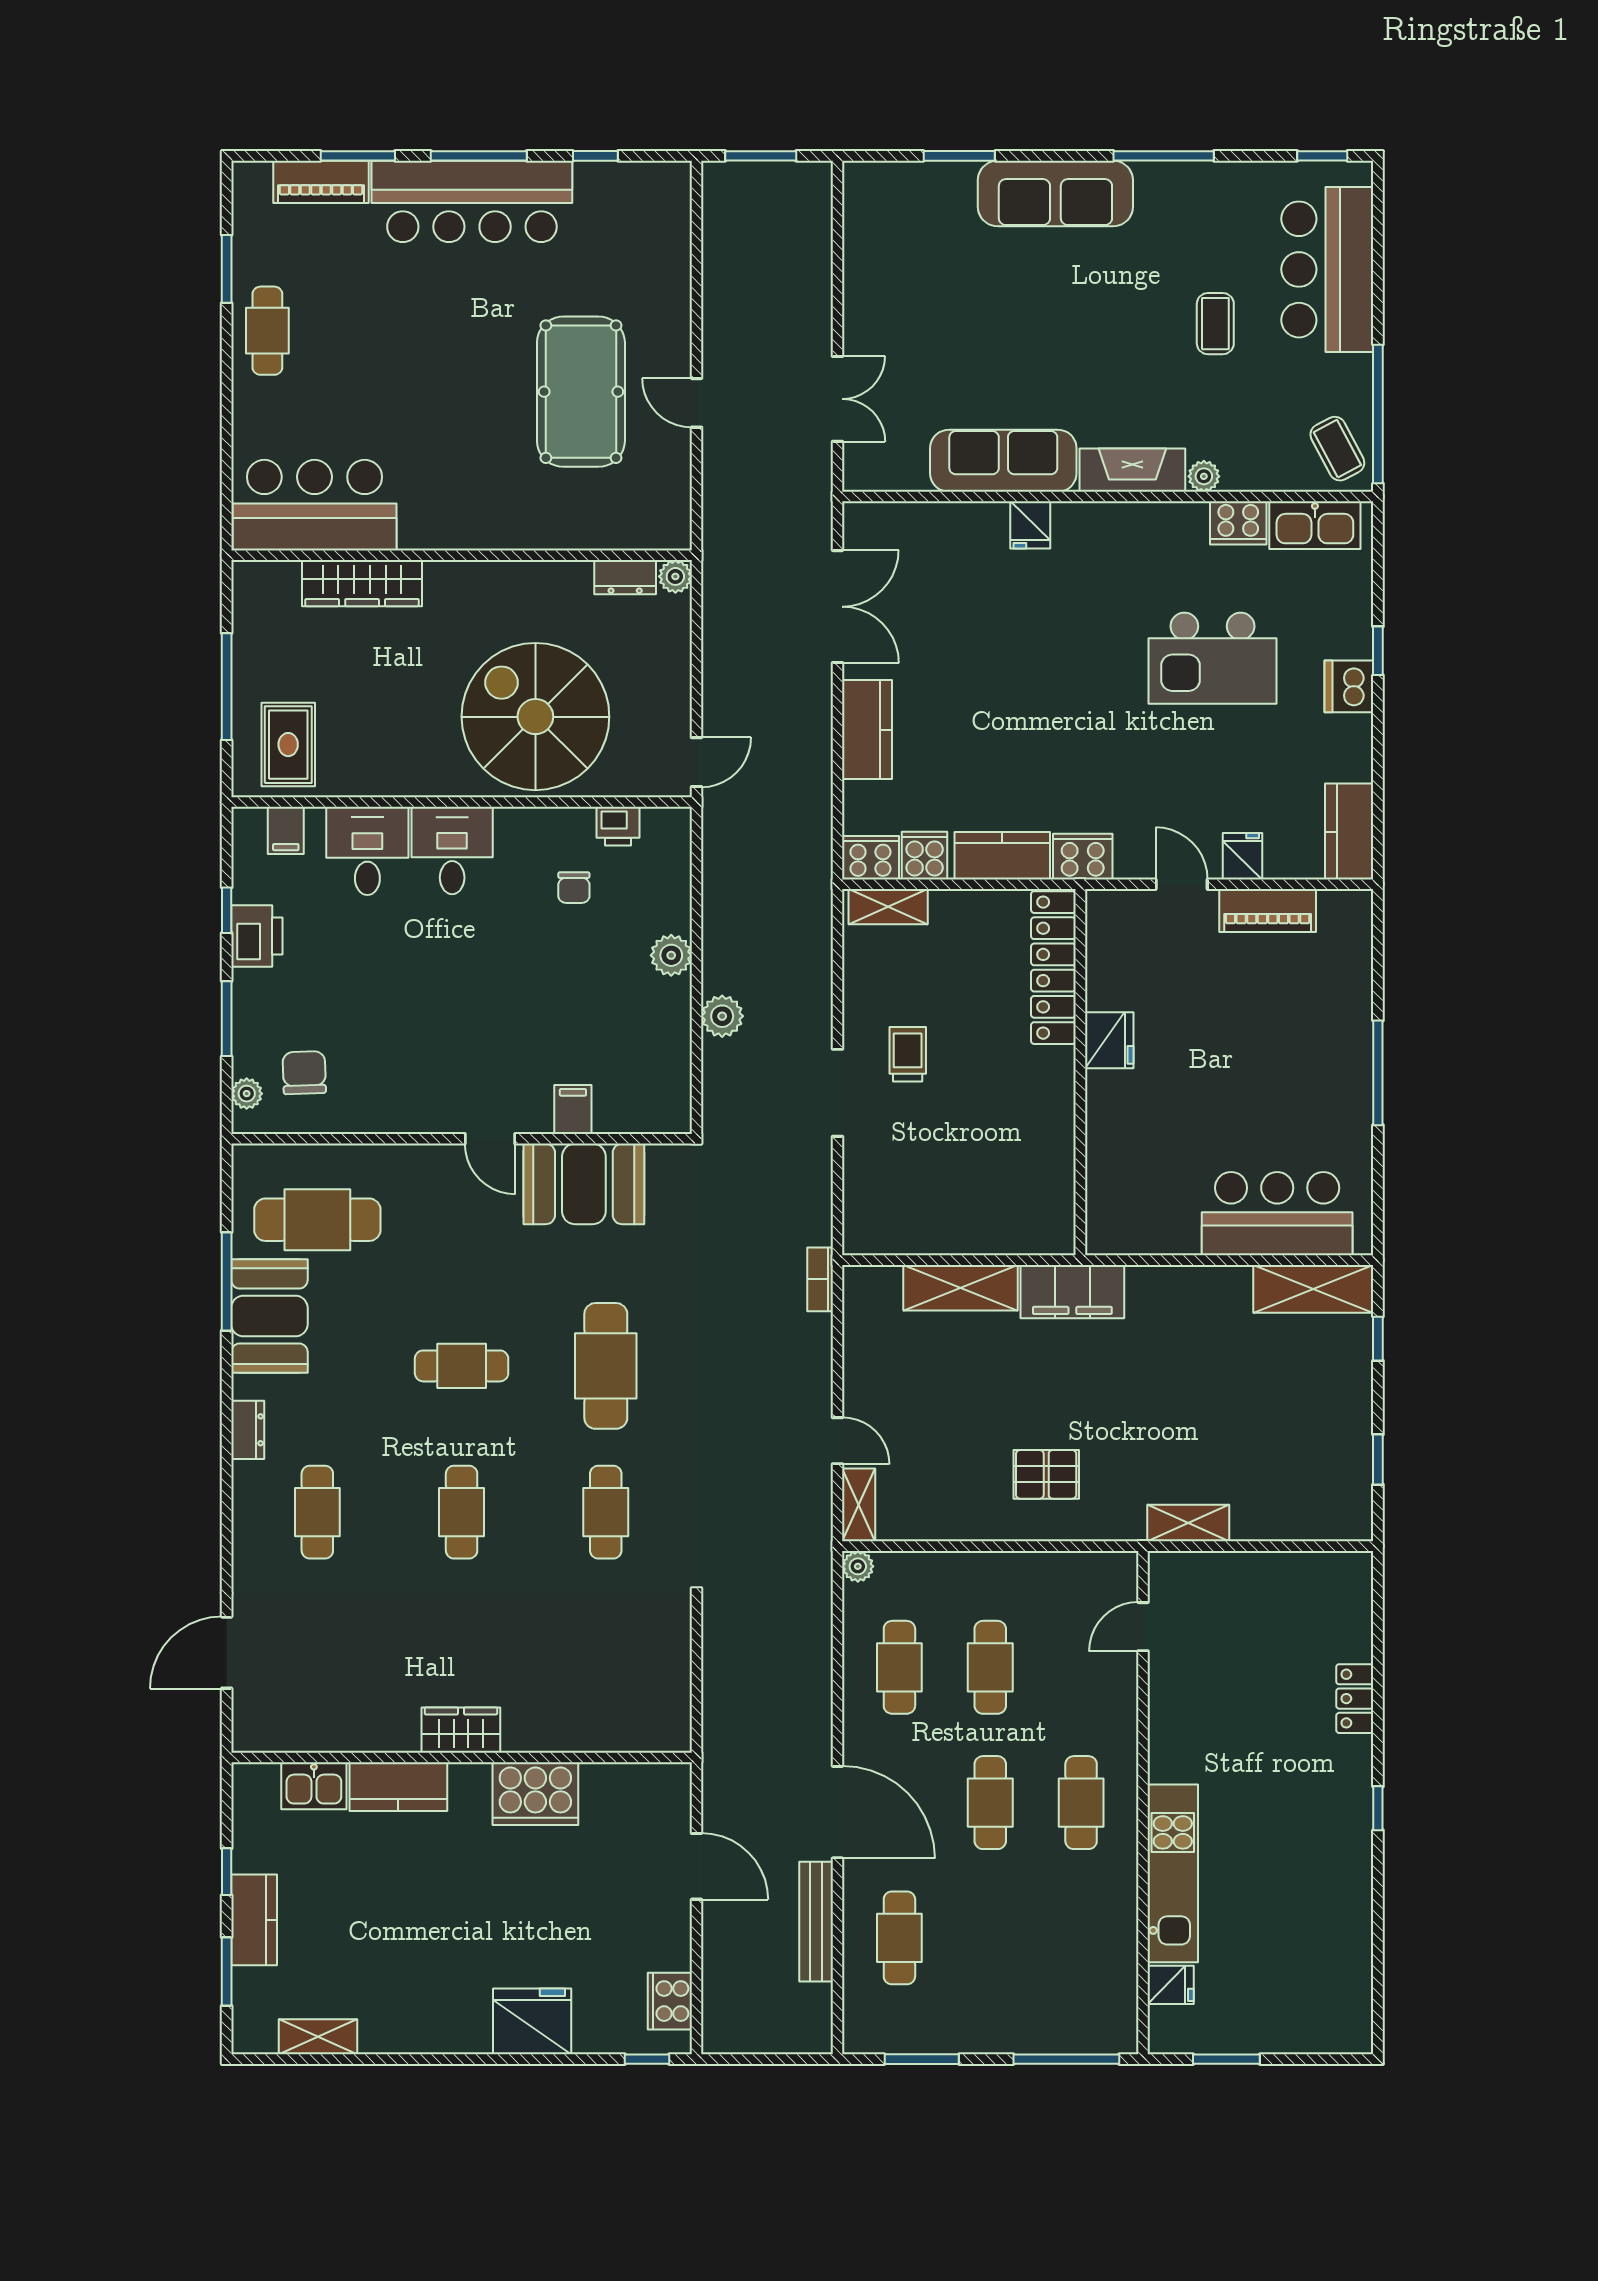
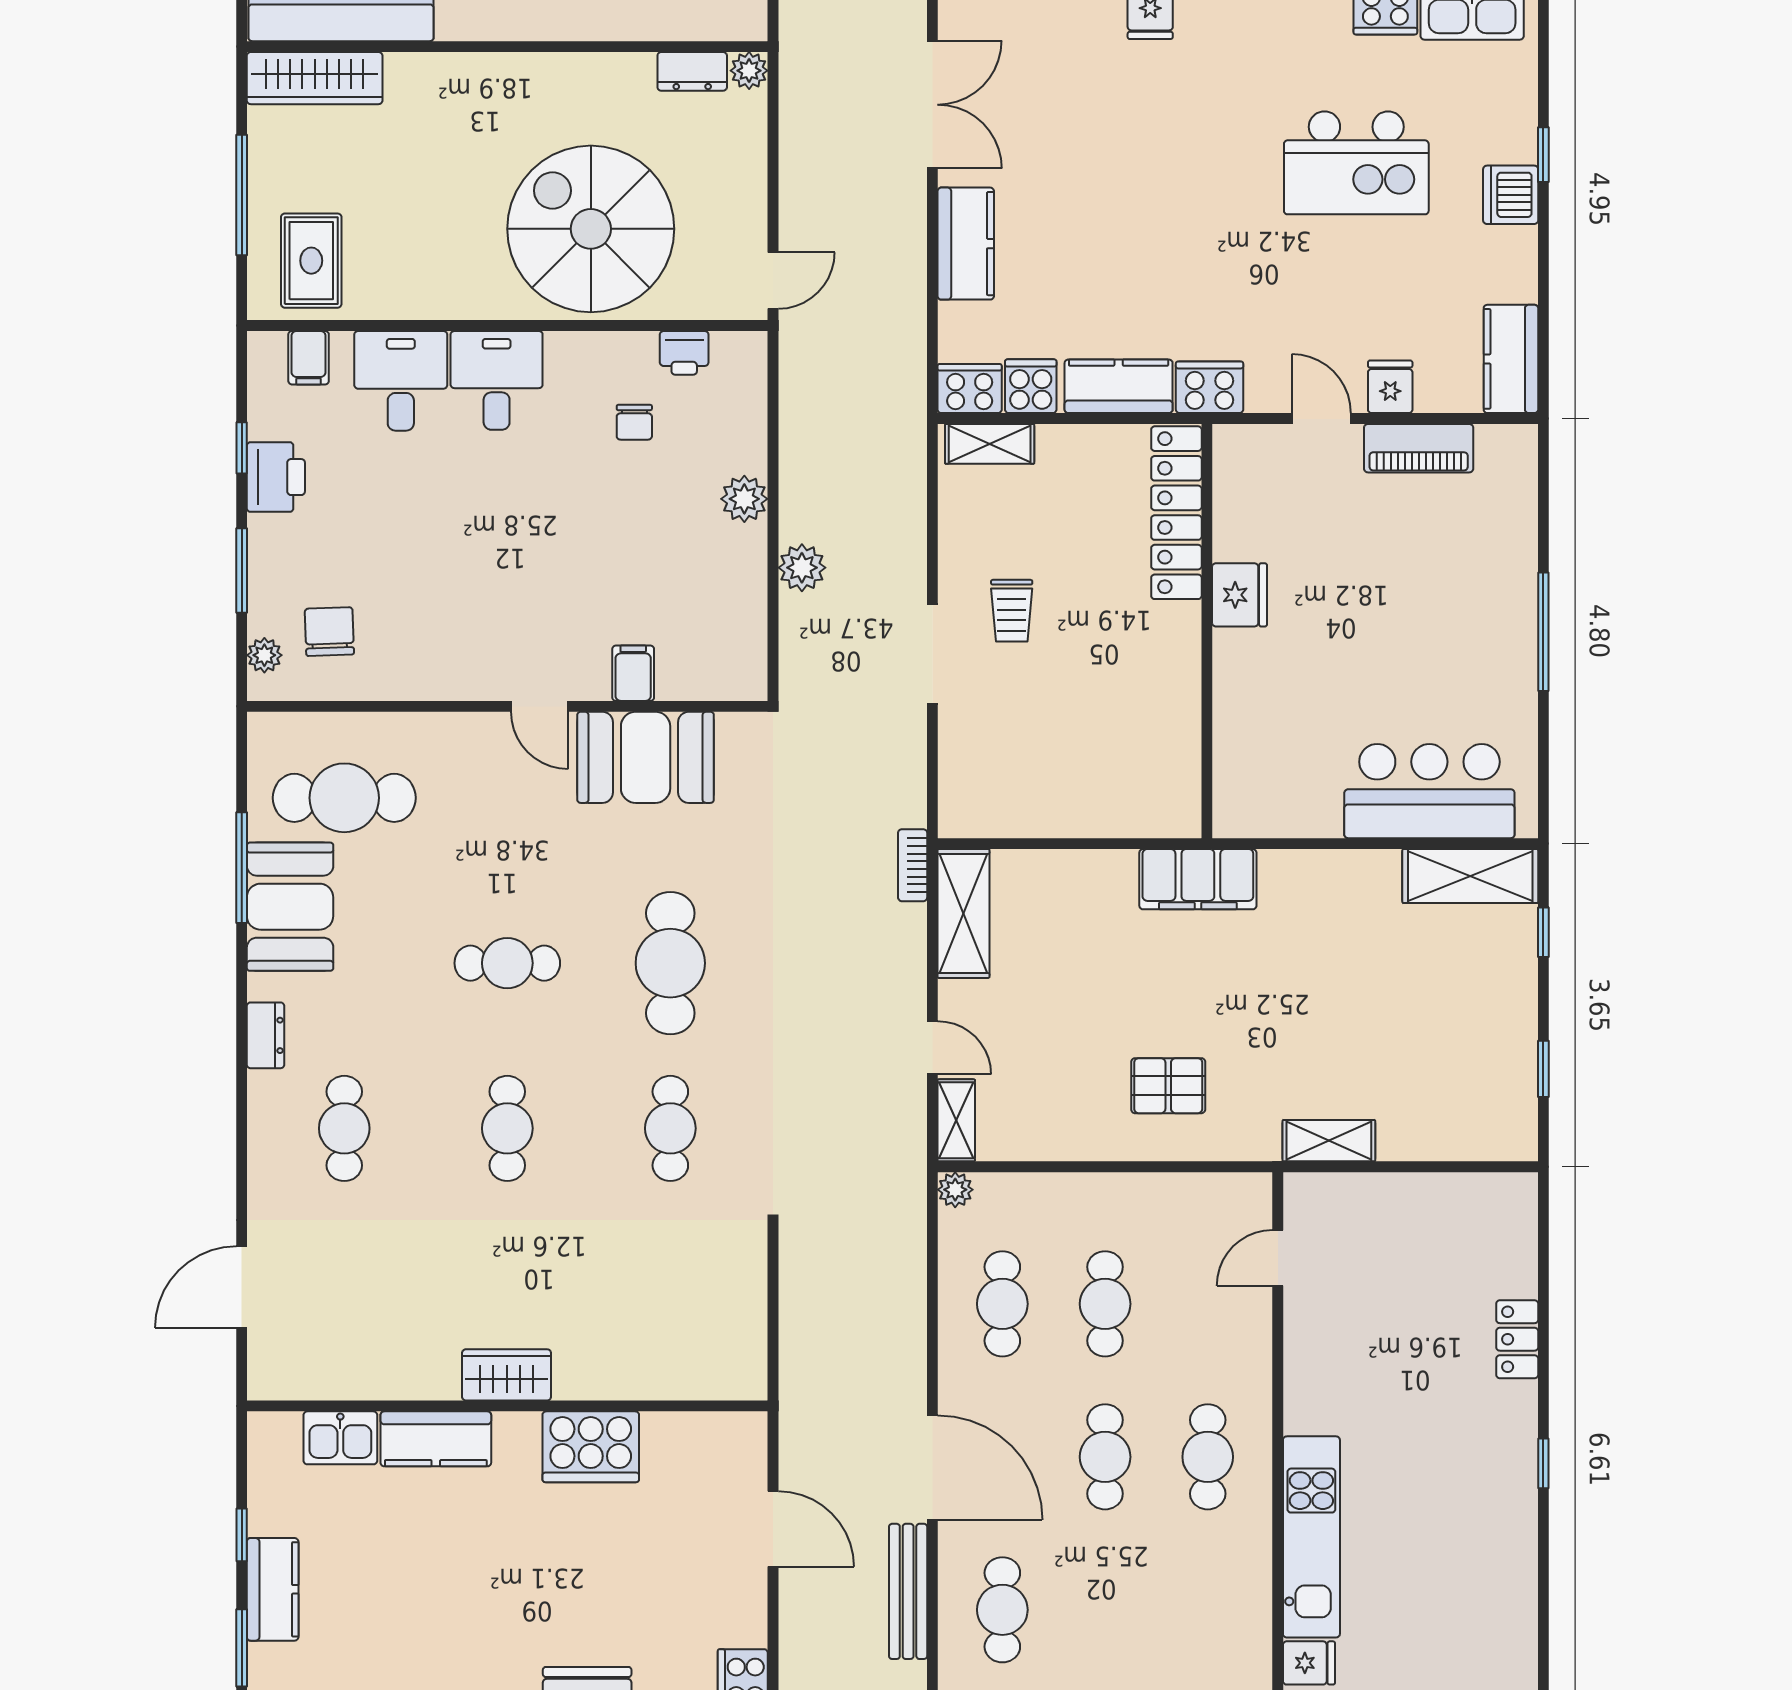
wardrobe: (362, 583) -> (315, 78), moved
trolley: (908, 1054) -> (1012, 611), turned 180
shelving: (960, 1288) -> (963, 914), moved, turned 90

